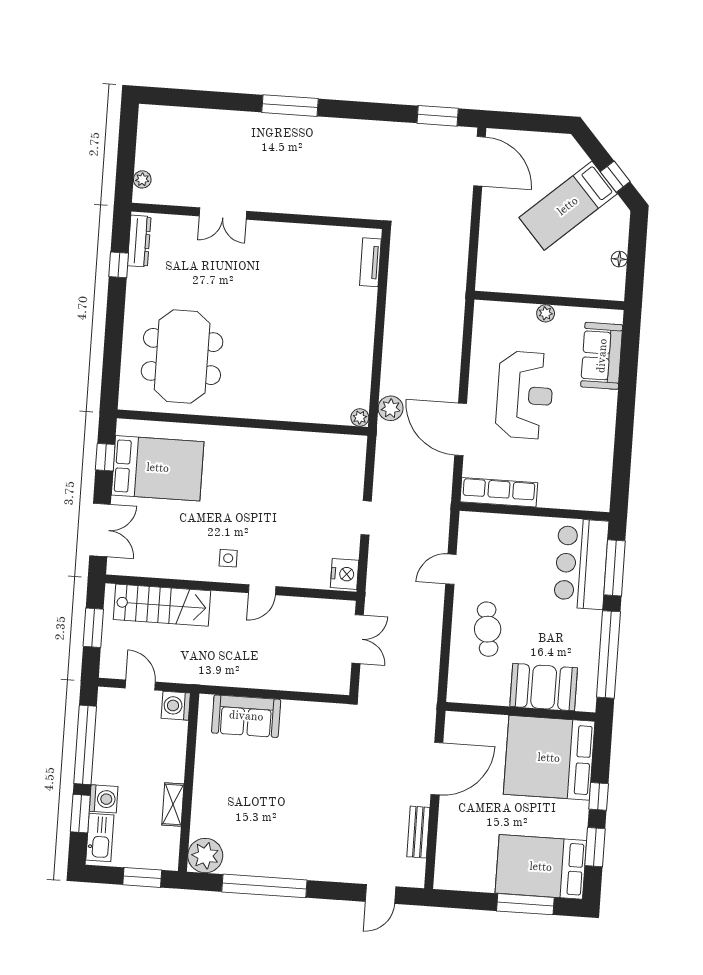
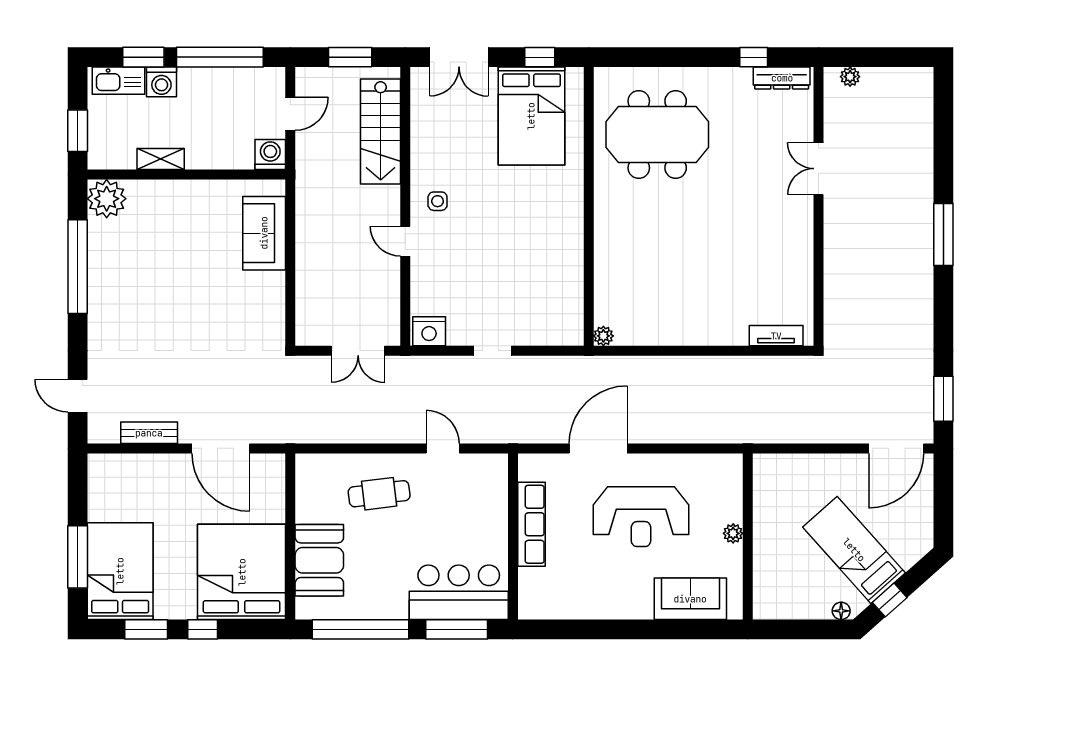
floor lamp: (619, 259) -> (841, 611), moved
plant: (391, 408) -> (616, 369), removed
row of seats: (499, 492) -> (531, 524), moved

